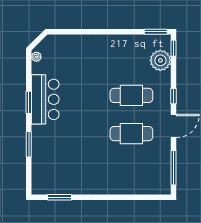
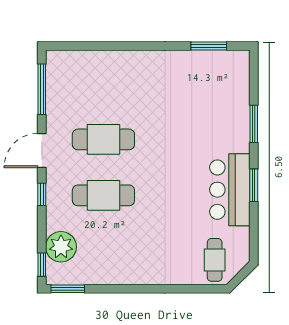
cafe table: (56, 51) -> (215, 260), added
plant: (36, 57) -> (243, 252), removed

